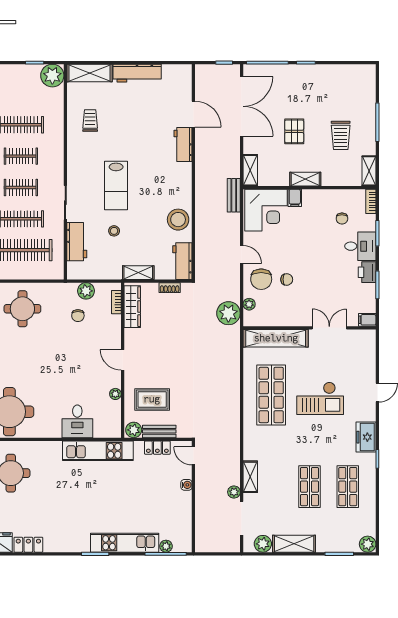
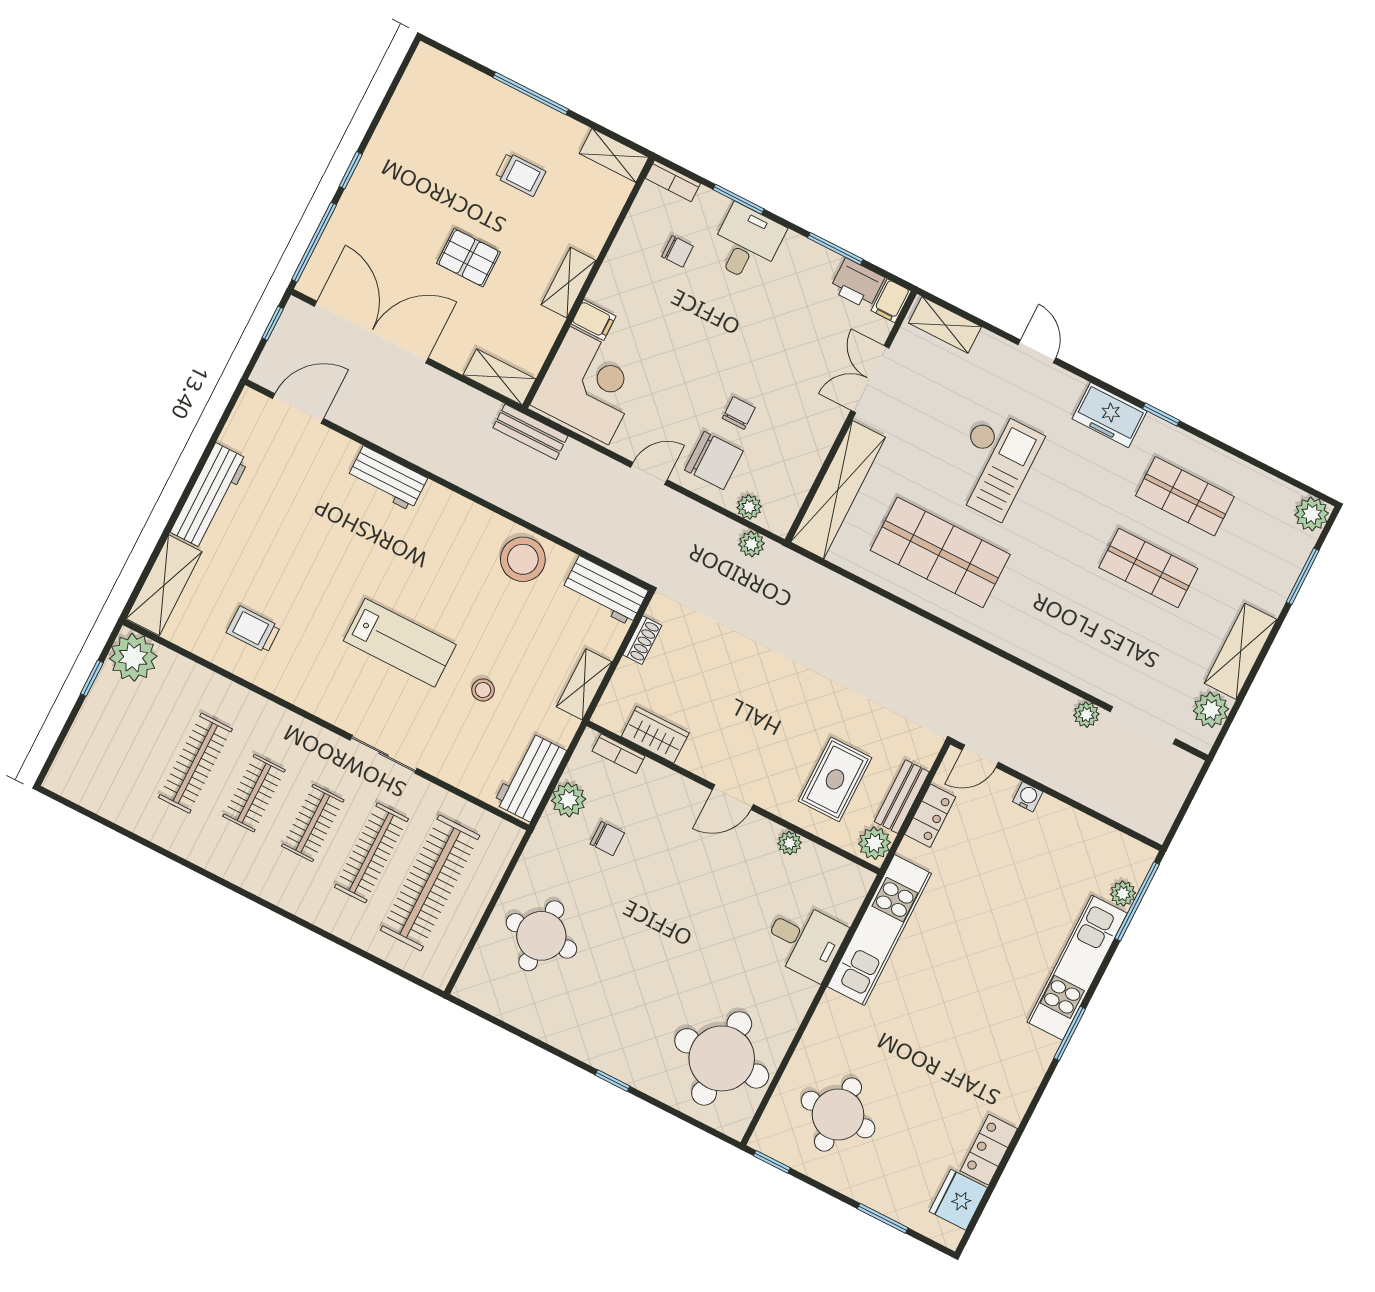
door: (193, 114) -> (298, 409), moved
trolley: (341, 135) -> (520, 174), width x0.73, depth x0.72
workbench: (77, 242) -> (530, 777), moved, turned -90
printer: (367, 272) -> (857, 284), moved
wardrobe: (132, 307) -> (655, 735), width x0.67
plant: (228, 313) -> (751, 544), width x0.53, depth x0.53
shelving: (250, 477) -> (945, 325), moved

